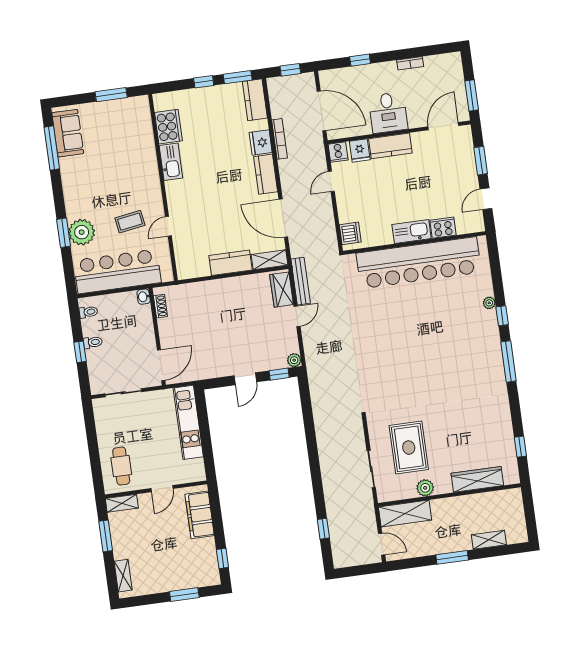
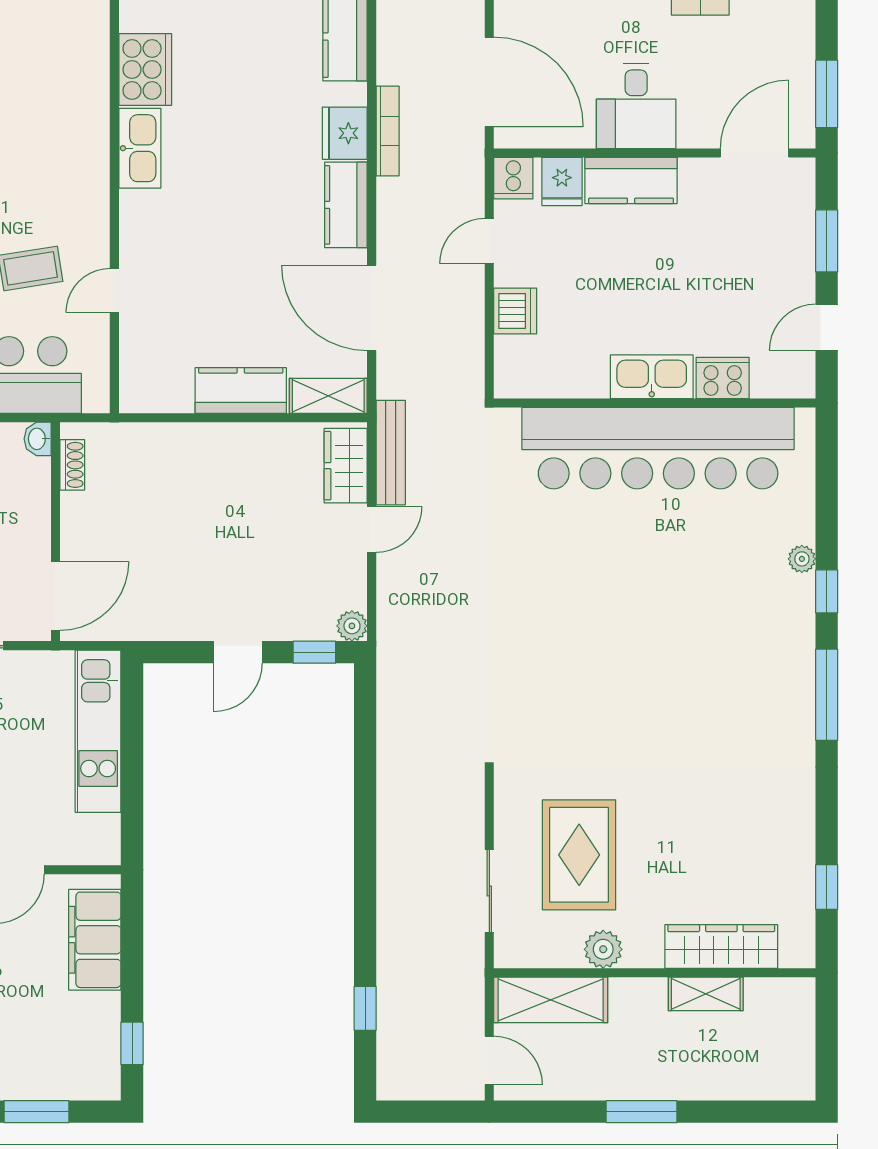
dishwasher: (350, 233) -> (515, 311), moved
shelving: (489, 540) -> (706, 994), moved

